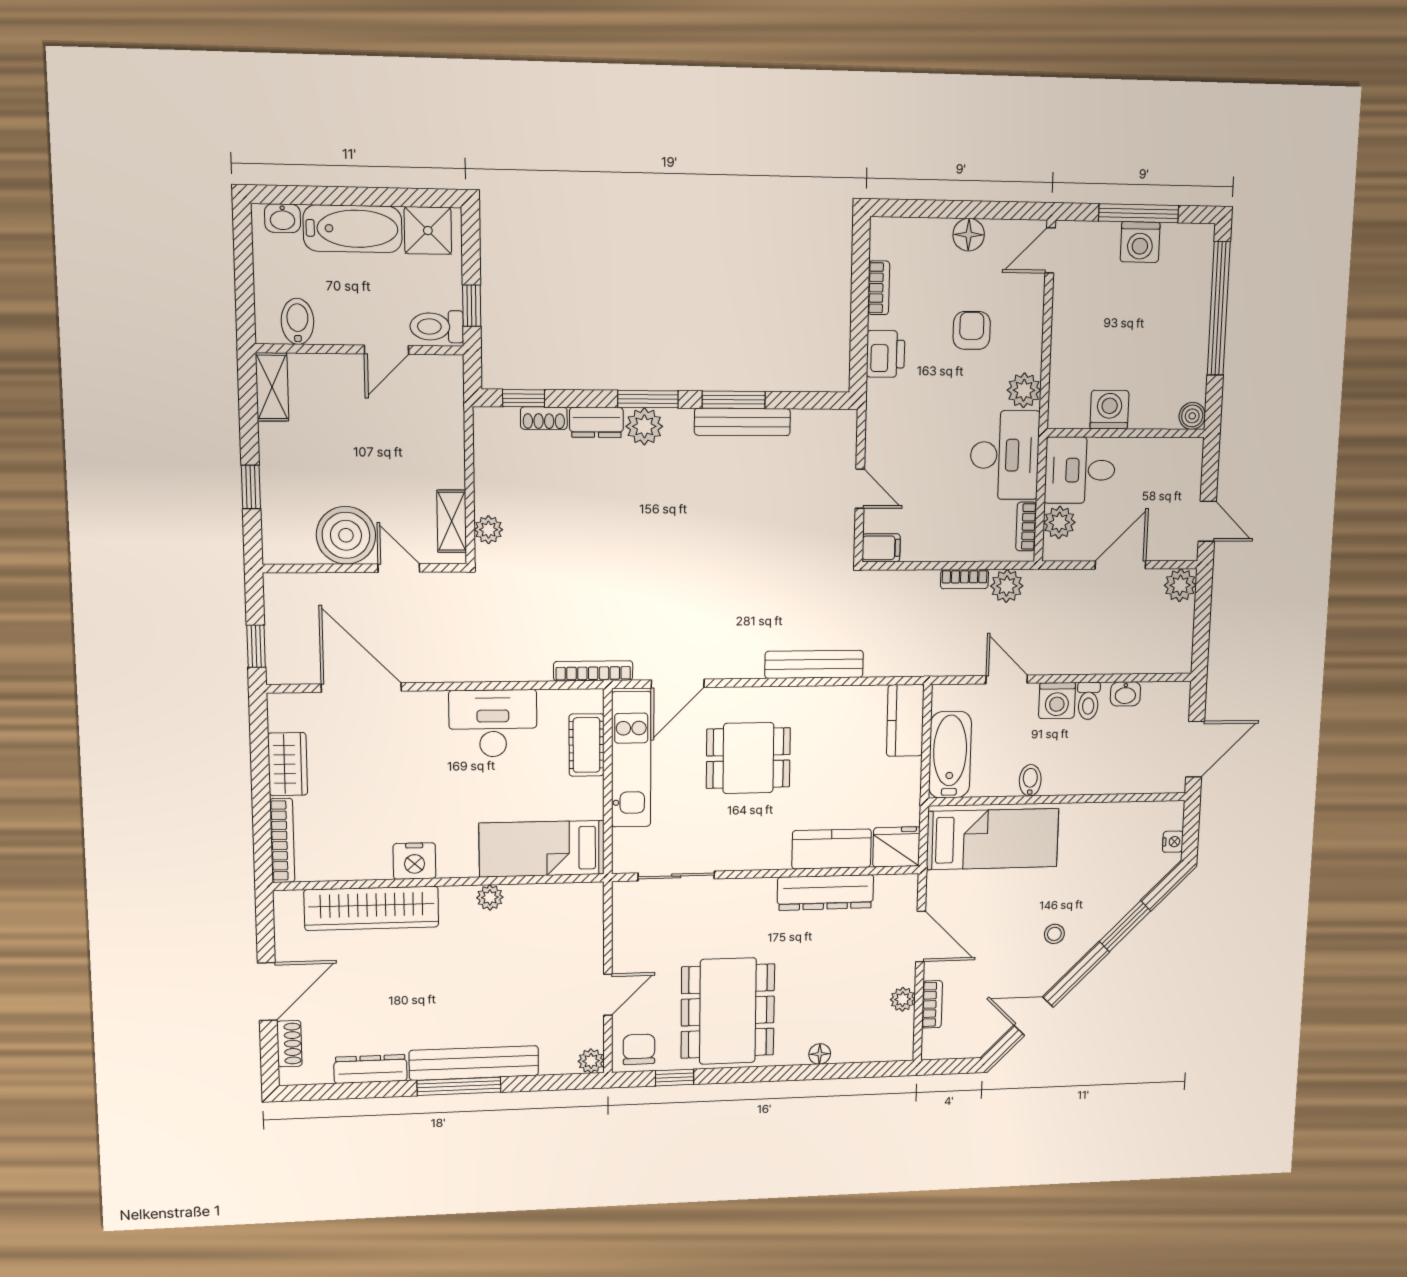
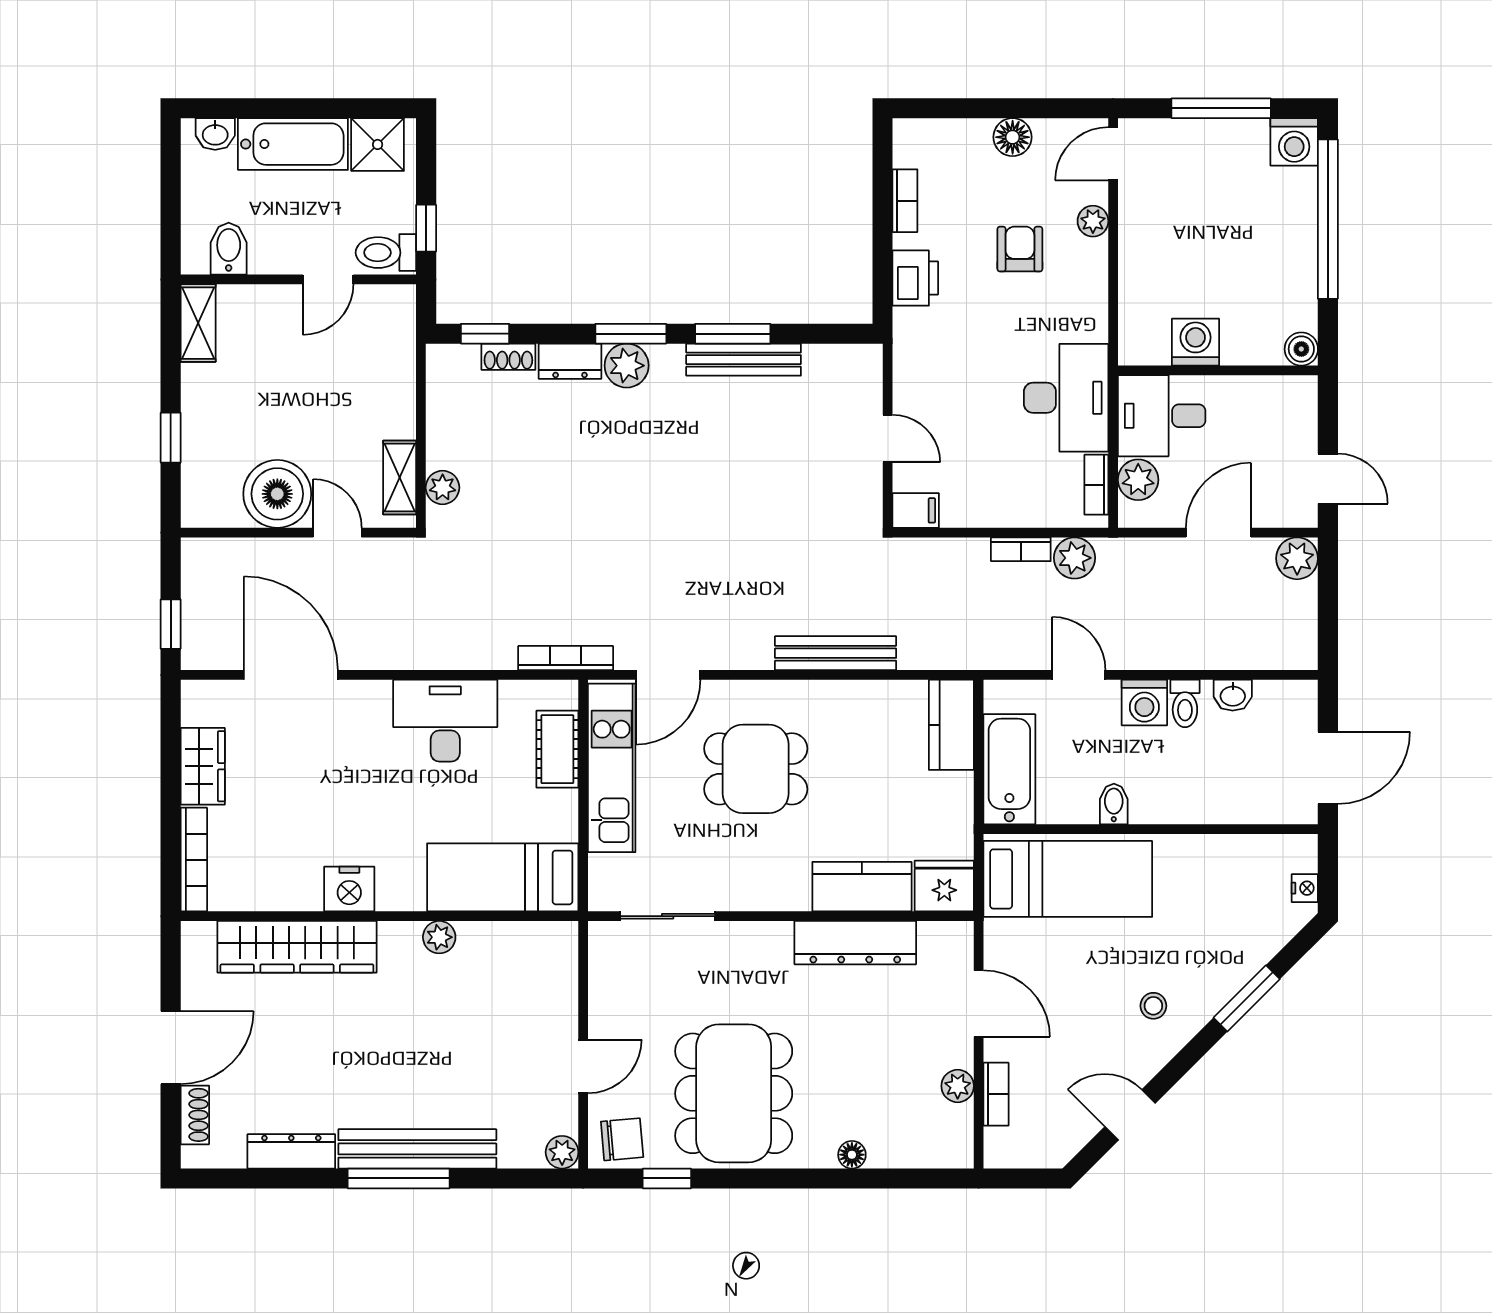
washing machine: (1140, 242) -> (1294, 142), moved
plant: (1024, 390) -> (1093, 221), moved, width x0.73, depth x0.73
chair: (639, 1049) -> (622, 1139), turned 85

